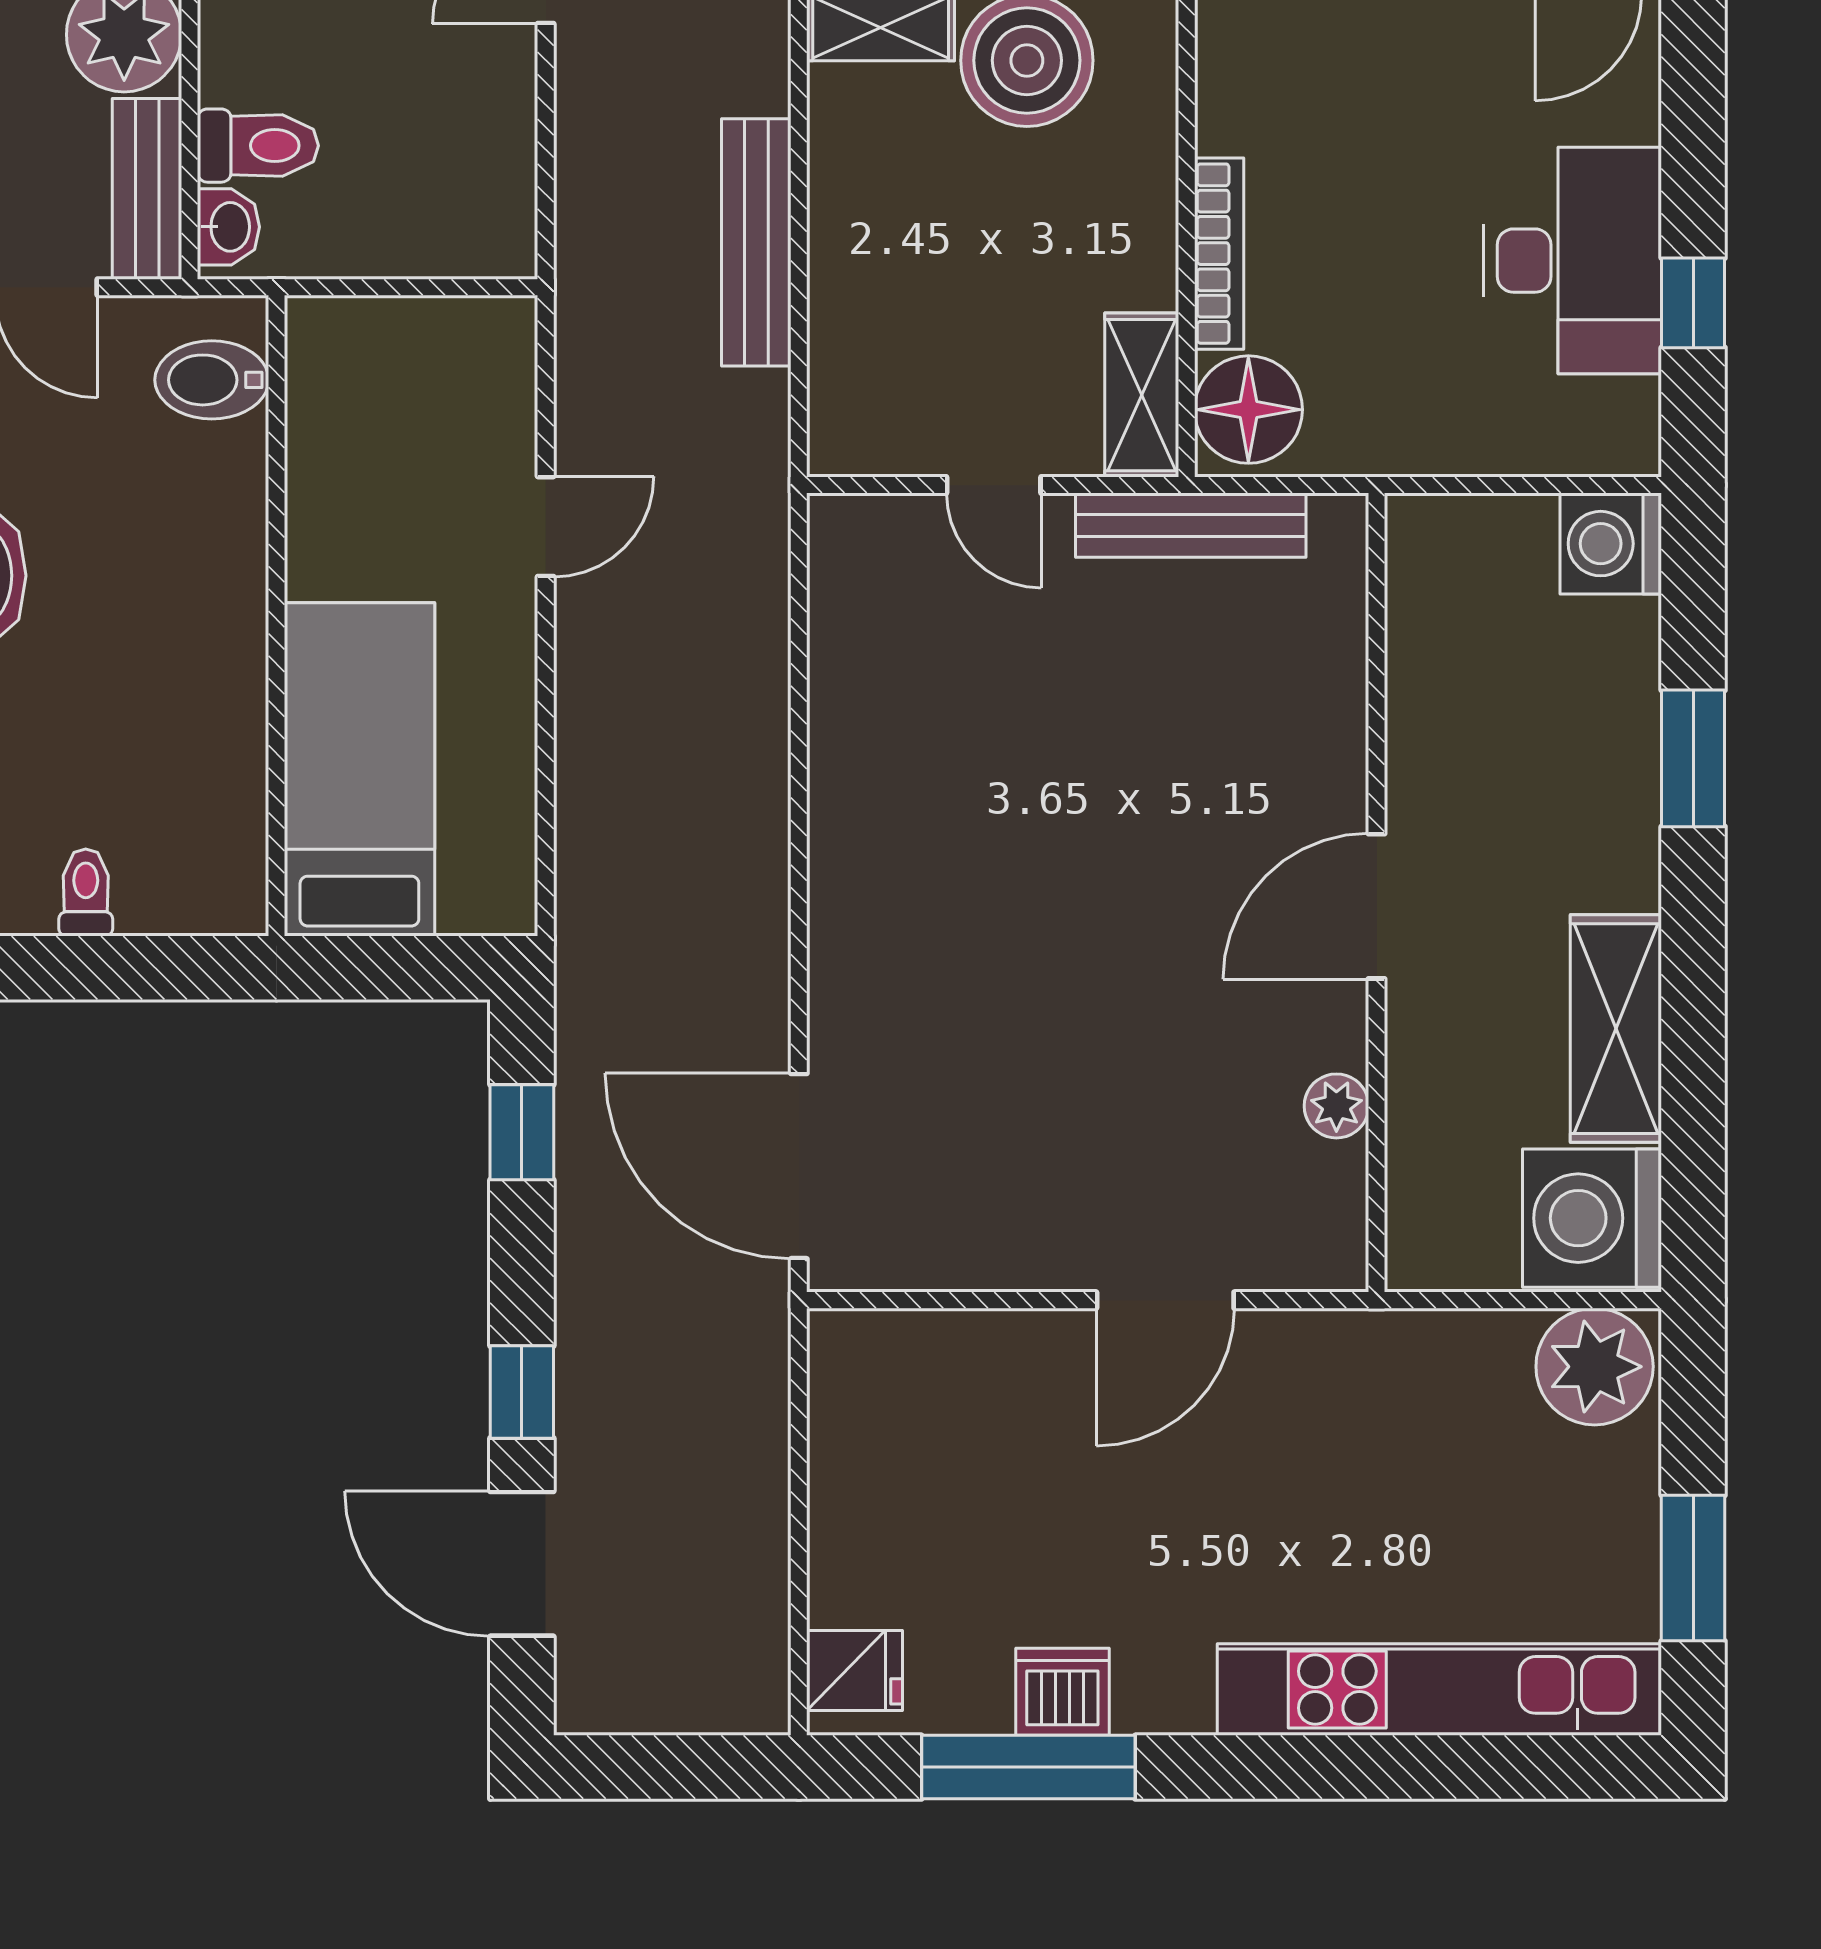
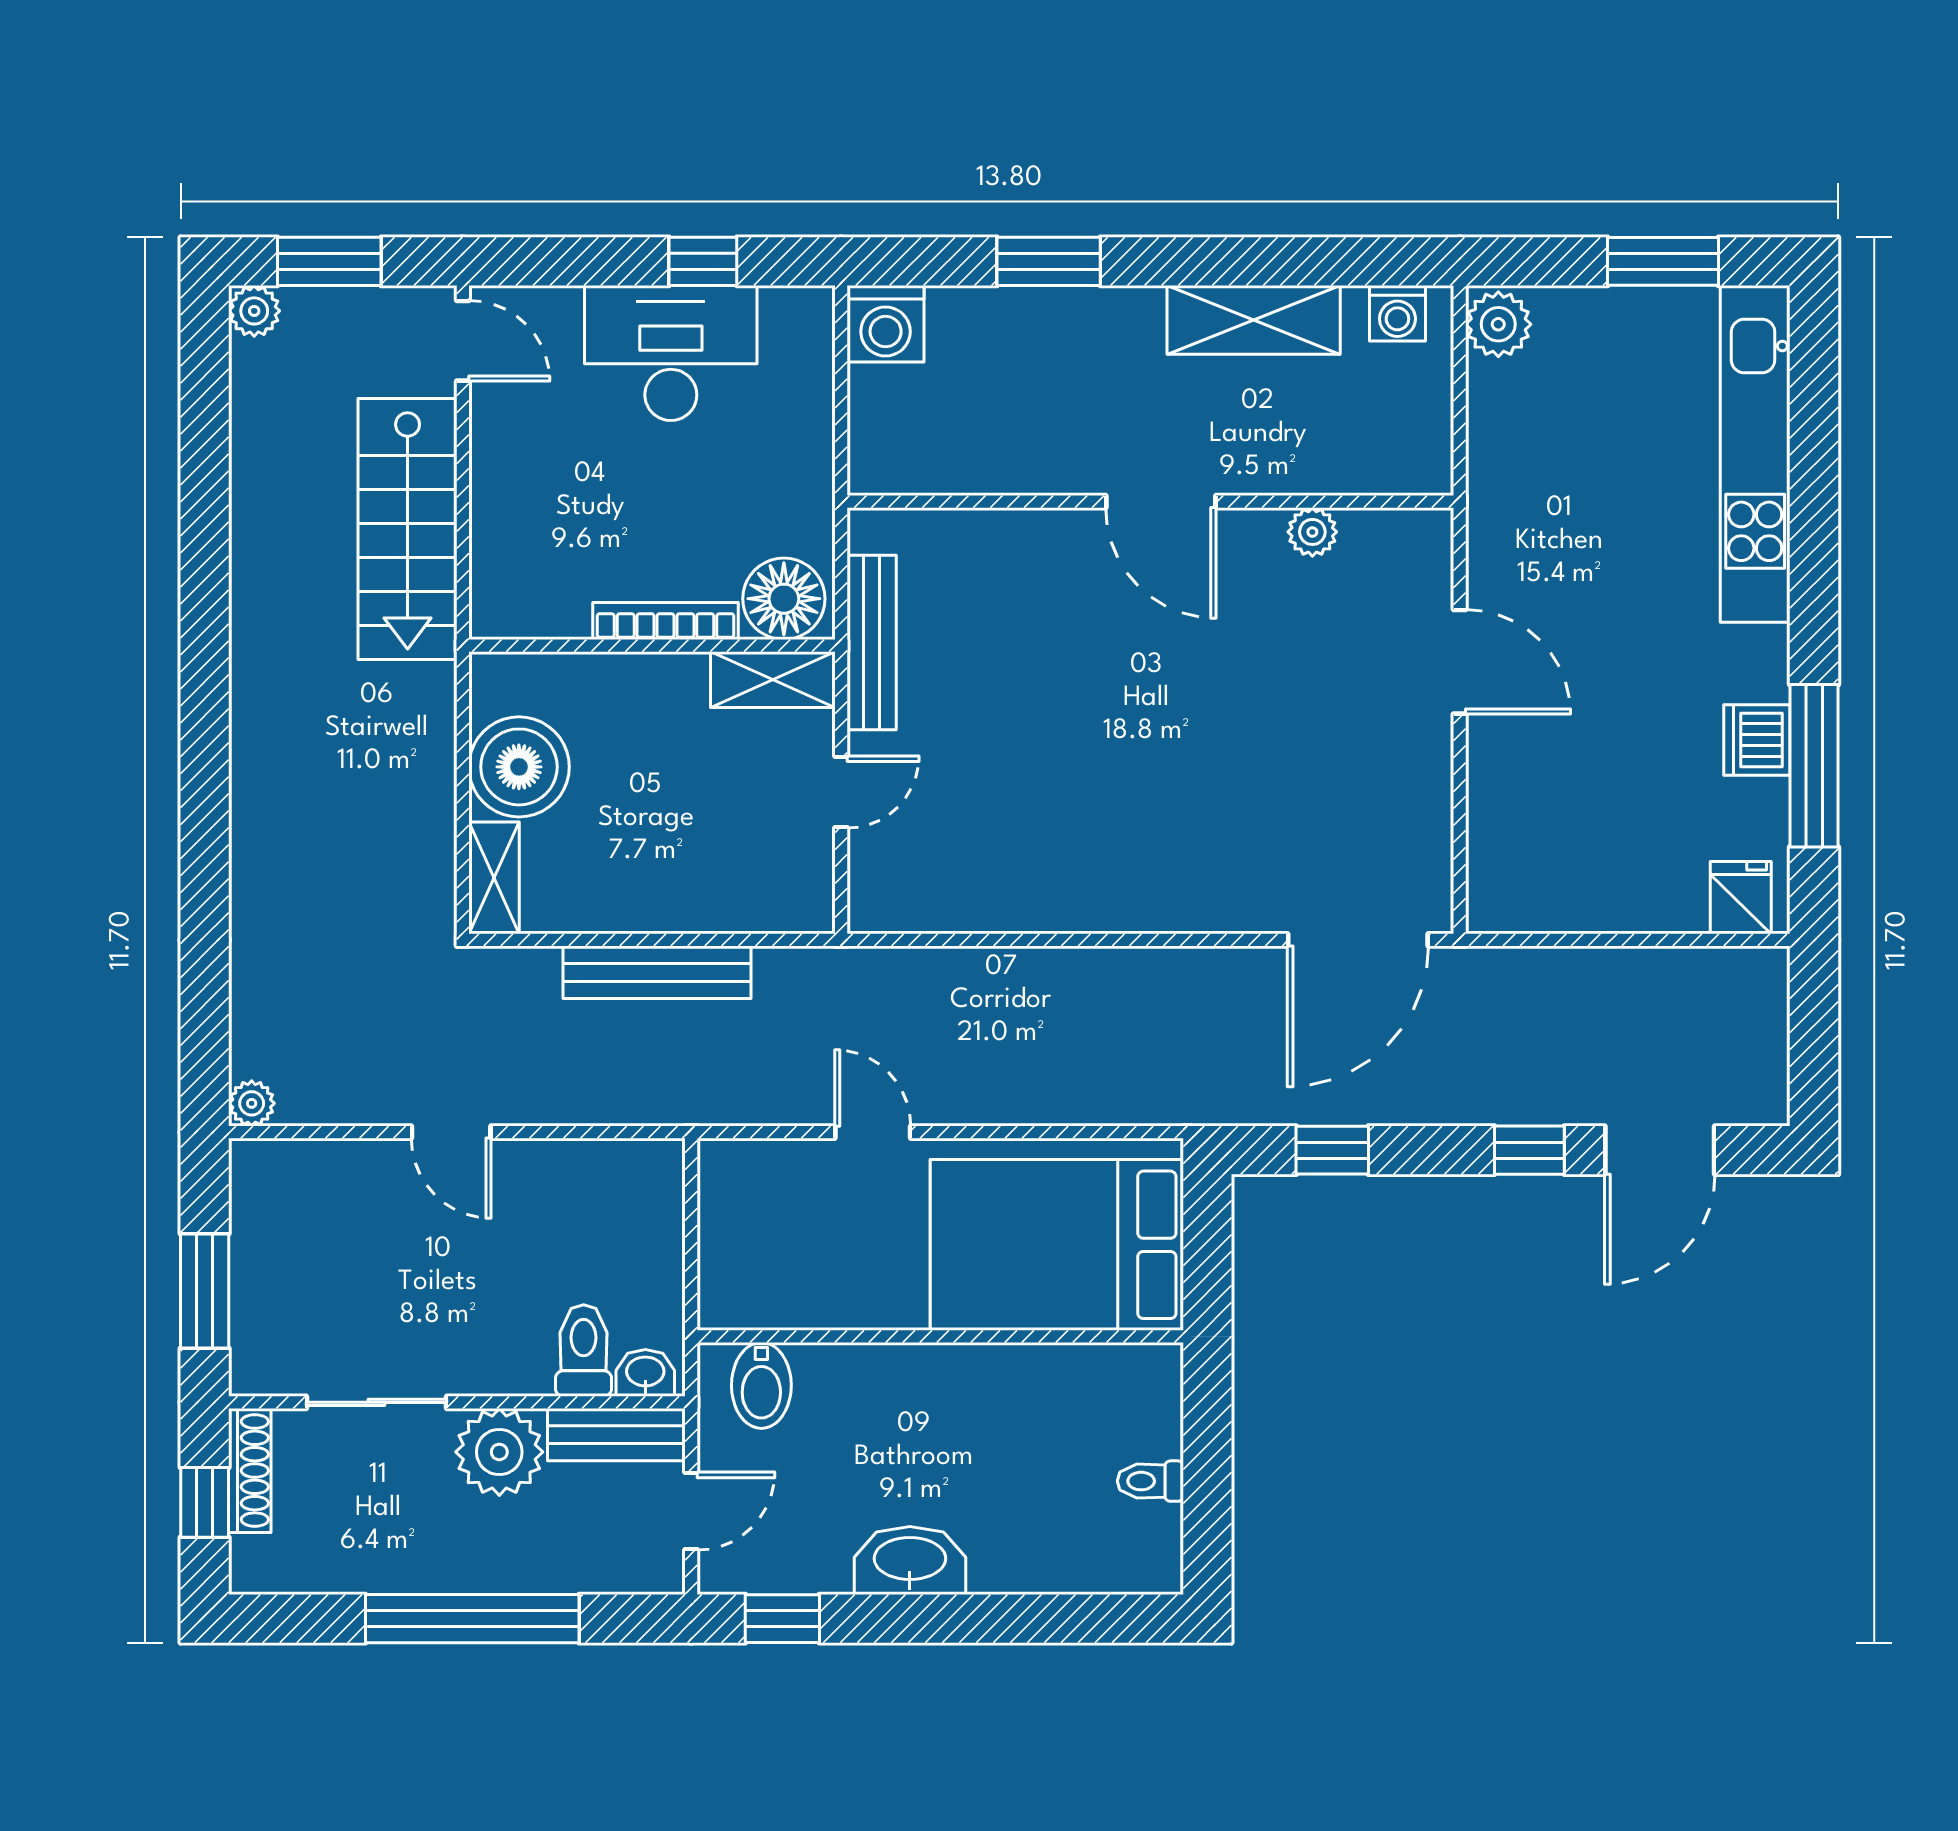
bed: (359, 769) -> (1057, 1245), width x1.50
washing machine: (1592, 1218) -> (1397, 313), width x0.53, depth x0.53
plant: (1595, 1367) -> (1498, 324), width x0.73, depth x0.73

